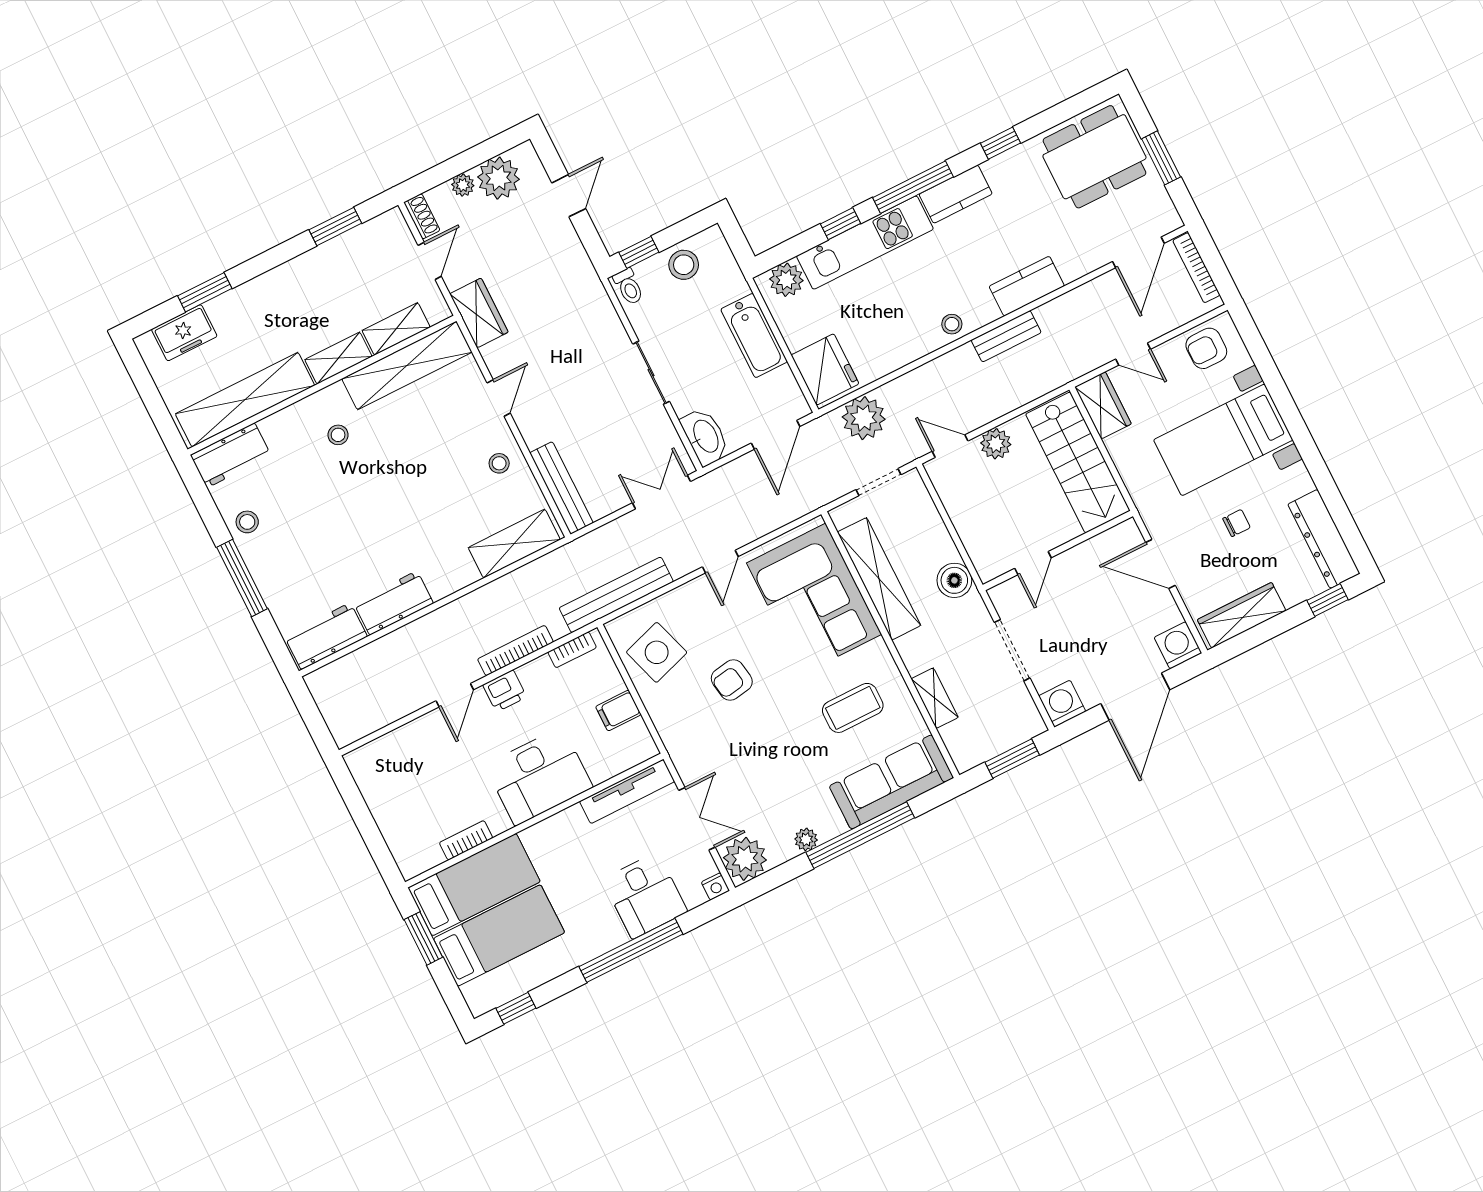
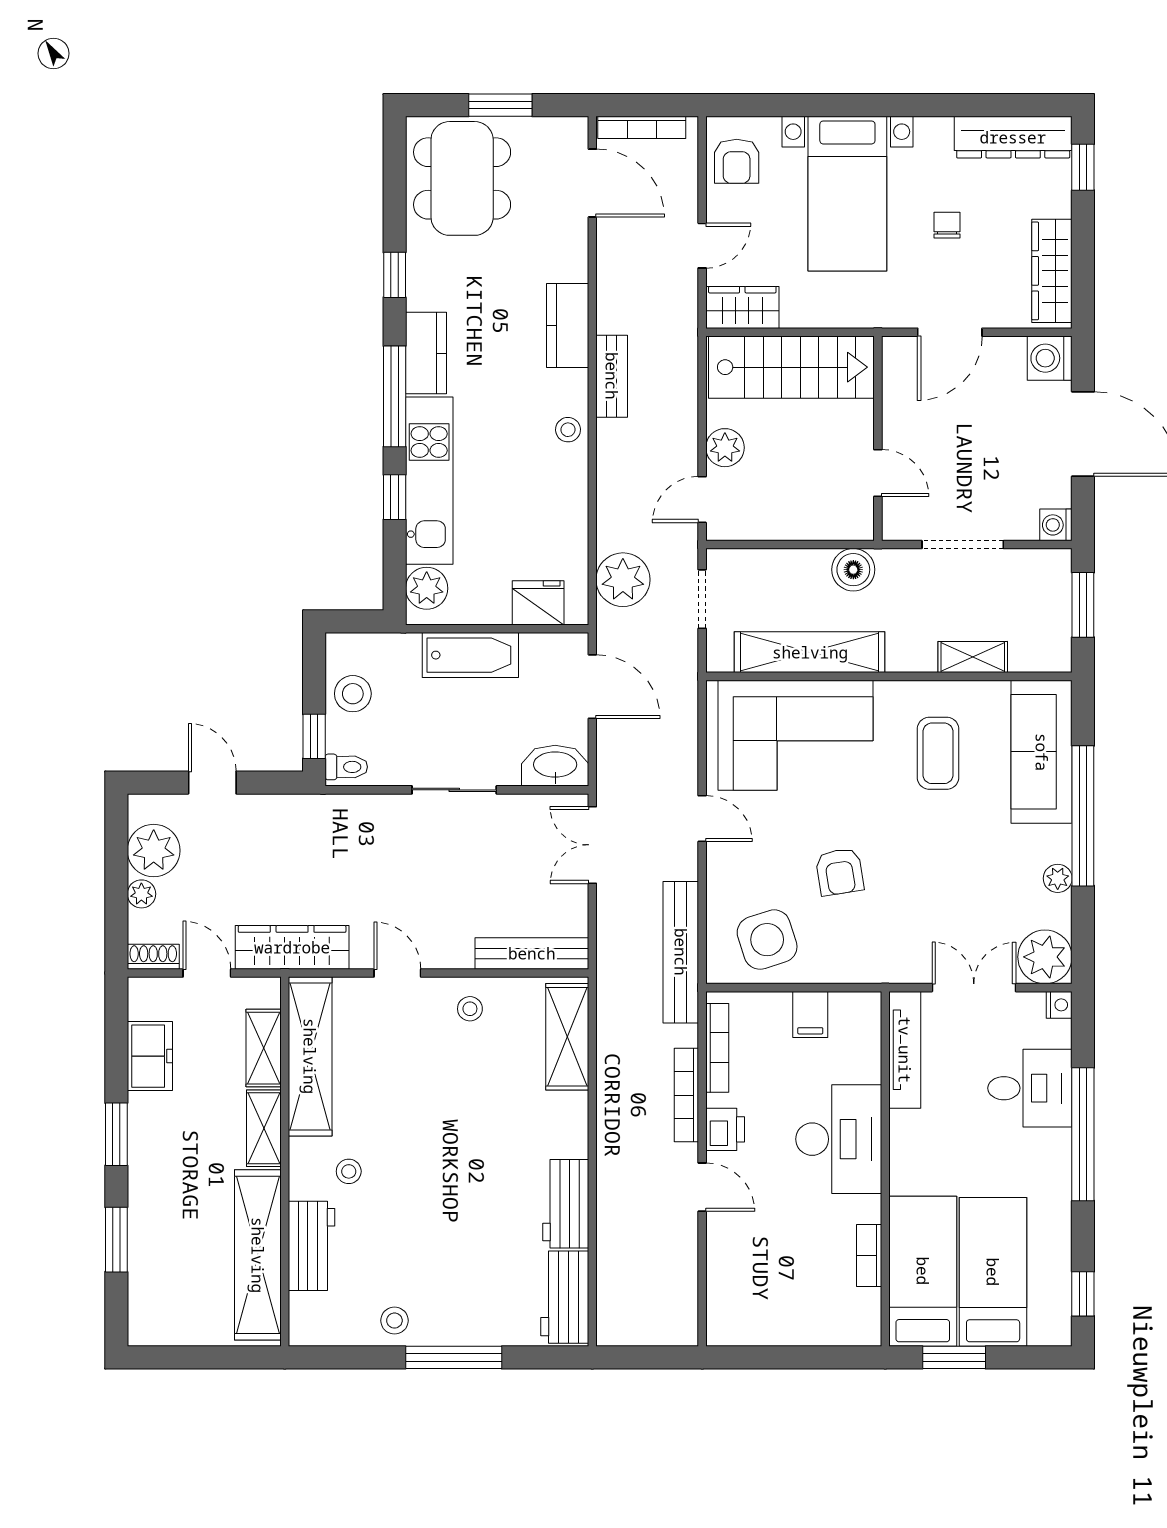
window: (335, 227) -> (116, 1134), moved
wardrobe: (479, 313) -> (292, 947), width x1.50
freezer: (184, 333) -> (150, 1056), moved
fridge: (825, 369) -> (538, 603), width x0.73, depth x0.75
workbench: (231, 455) -> (312, 1246), moved
bookcase: (572, 650) -> (717, 1048), width x1.56
washing machine: (1062, 704) -> (1056, 525), width x0.73, depth x0.73

